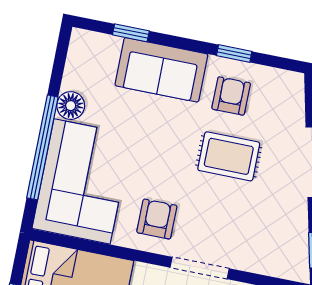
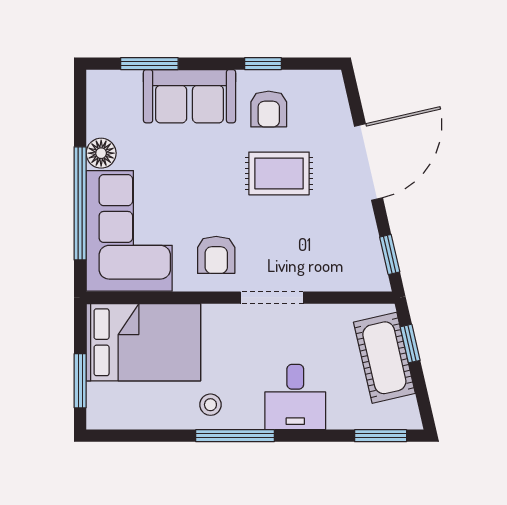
window: (131, 33) -> (149, 64), width x1.50
armchair: (231, 96) -> (269, 109), turned 180
armchair: (157, 219) -> (216, 255), turned 180

